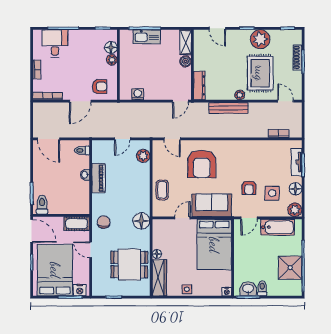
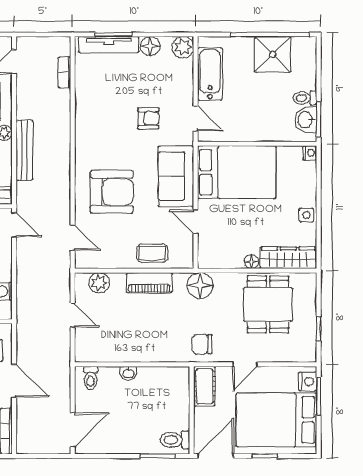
door: (172, 139) -> (73, 238), hinge flipped
tv unit: (296, 162) -> (109, 45), width x1.41
piano: (99, 178) -> (149, 283), moved, turned 180
side table: (272, 193) -> (157, 83), removed

